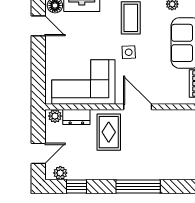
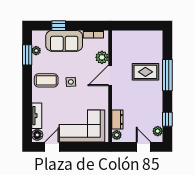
corner sofa: (83, 82) -> (82, 126), moved, turned 90
plant: (163, 96) -> (102, 57), added
rug: (109, 132) -> (145, 72), moved

